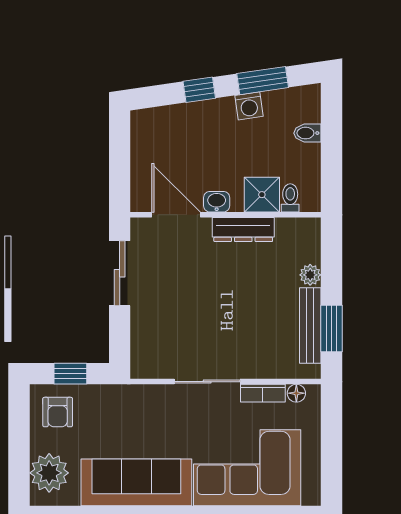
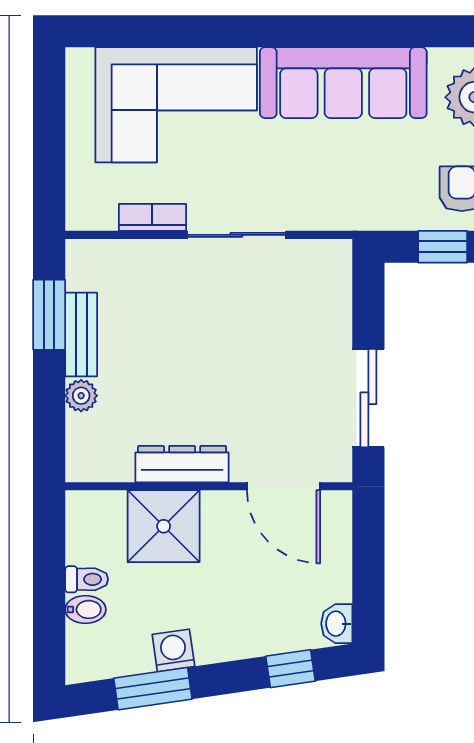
window: (199, 90) -> (290, 669), moved
shower: (262, 195) -> (164, 526), width x1.36, depth x1.36
toilet: (290, 198) -> (87, 579), moved, turned -90
washbasin: (217, 202) -> (337, 624), moved, turned 90
bench: (310, 326) -> (81, 335), width x0.73
floor lamp: (296, 393) -> (102, 217), removed

